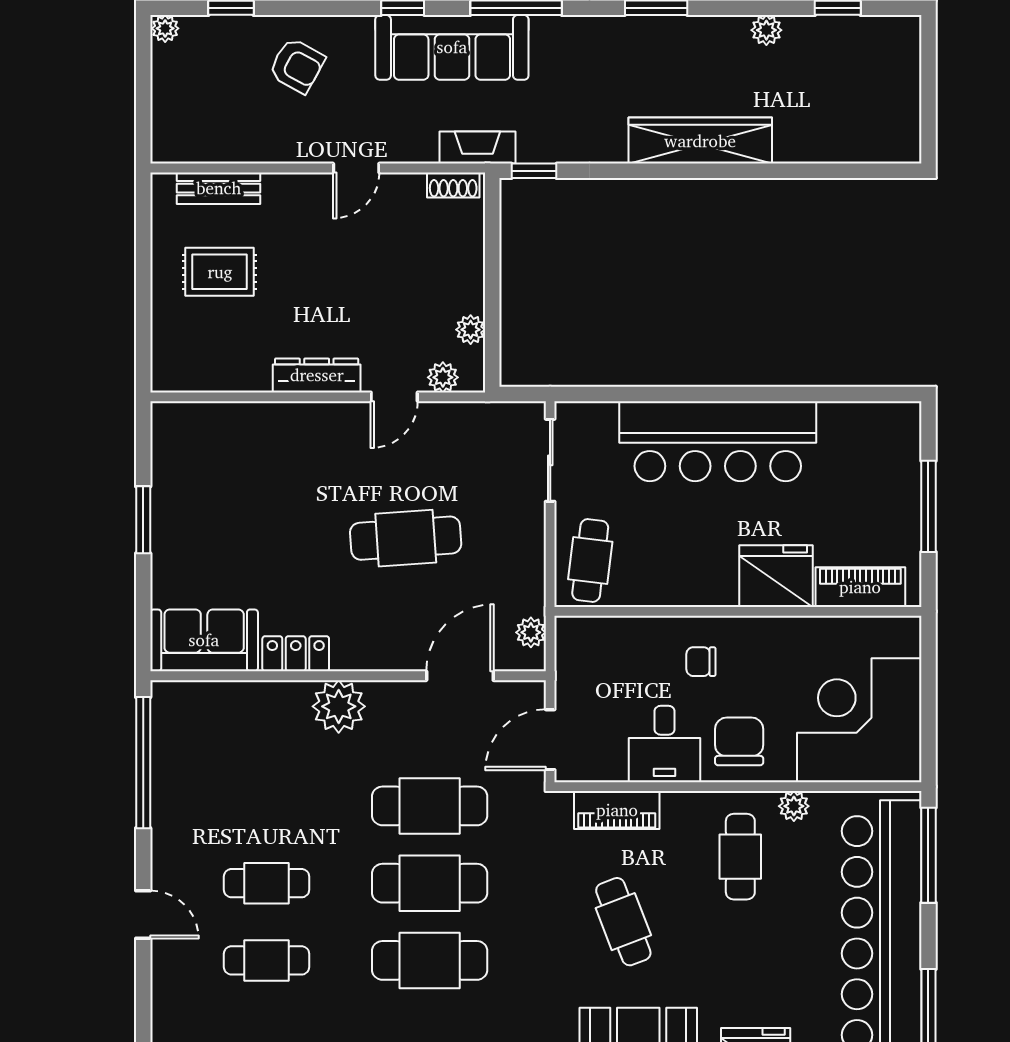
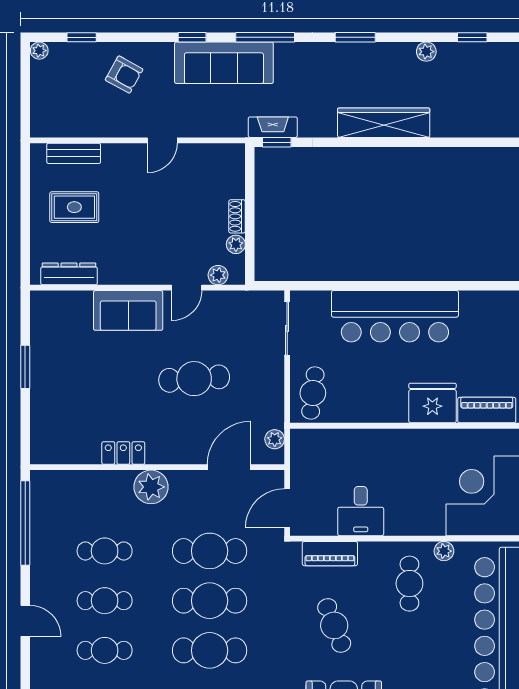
fireplace: (477, 147) -> (273, 127), moved
shoe rack: (453, 185) -> (237, 216), moved, turned 90
dresser: (317, 375) -> (69, 274), moved
sofa: (204, 640) -> (128, 310), moved, turned 180
chair: (701, 662) -> (384, 458), removed
chair: (739, 741) -> (409, 509), removed
cafe table: (267, 806) -> (105, 551), added

